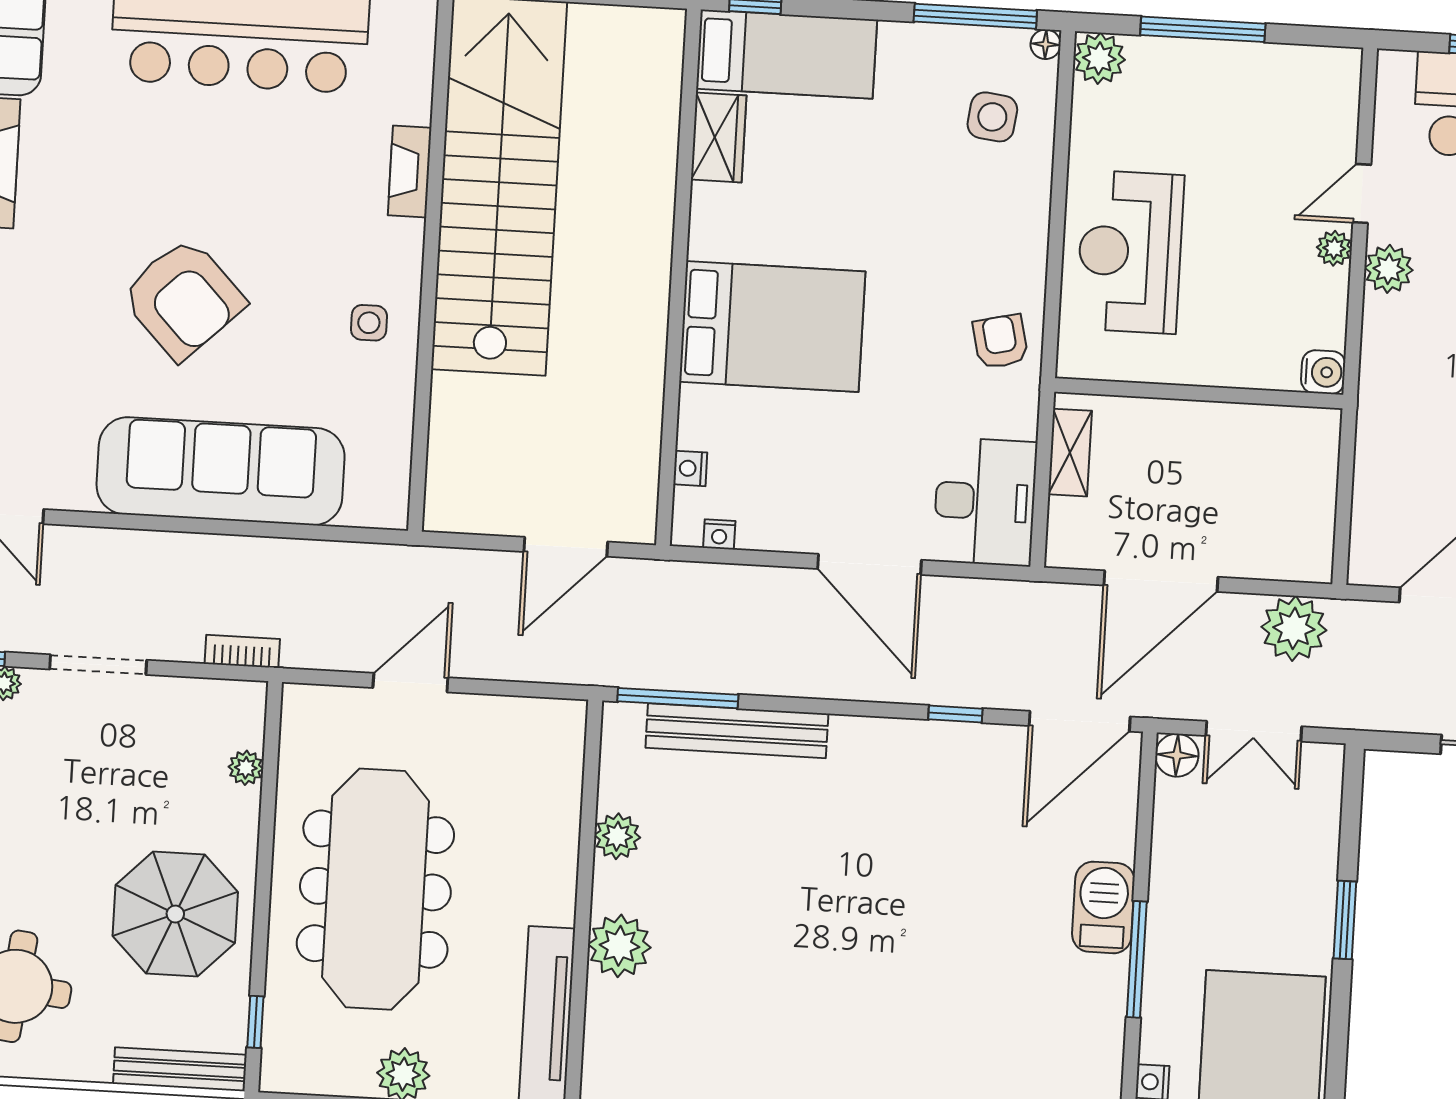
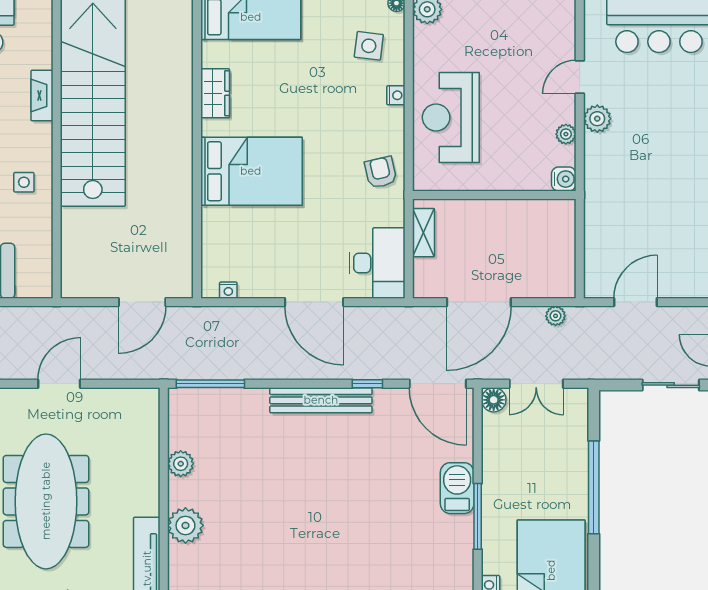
wardrobe: (719, 137) -> (215, 93), moved
plant: (1334, 248) -> (566, 134), moved
nightstand: (690, 468) -> (396, 95), moved, turned 180
plant: (1294, 628) -> (556, 316), width x0.53, depth x0.53
door: (1080, 721) -> (438, 384), hinge flipped
bench: (737, 731) -> (321, 400), moved
window: (1345, 920) -> (594, 487), width x2.11

